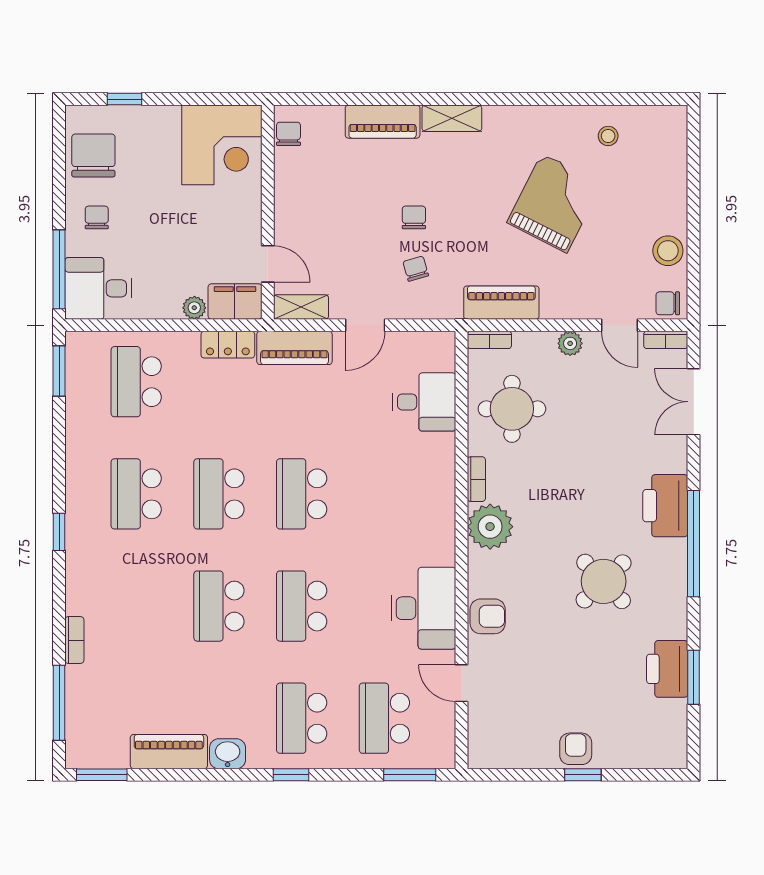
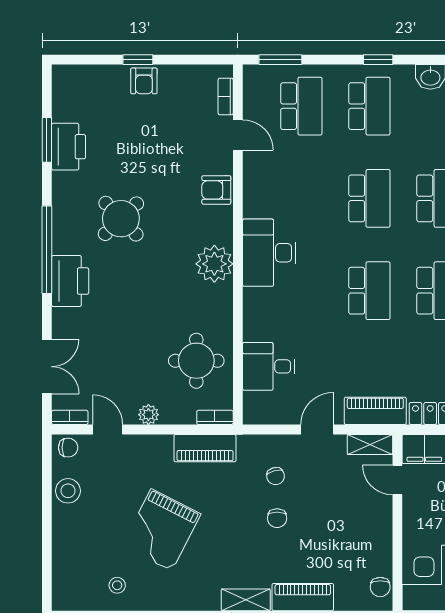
bookcase: (476, 479) -> (226, 97), moved
desk: (423, 608) -> (269, 253), moved

